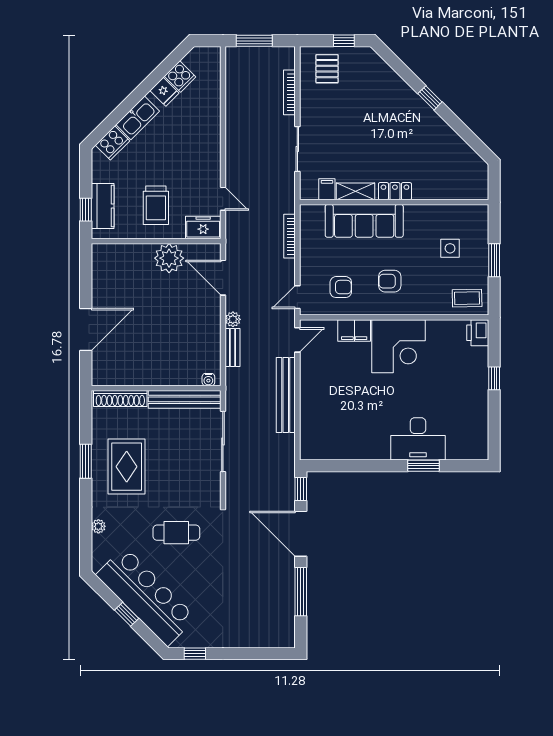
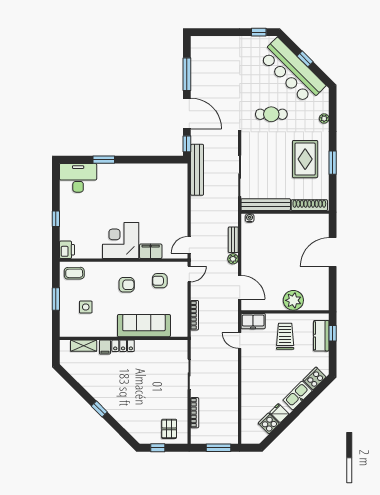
filing cabinet: (327, 189) -> (105, 347), moved
shelving: (355, 191) -> (84, 346), moved
plant: (169, 258) -> (293, 300), moved
bench: (286, 395) -> (197, 170), moved
desk: (418, 439) -> (78, 178), moved

